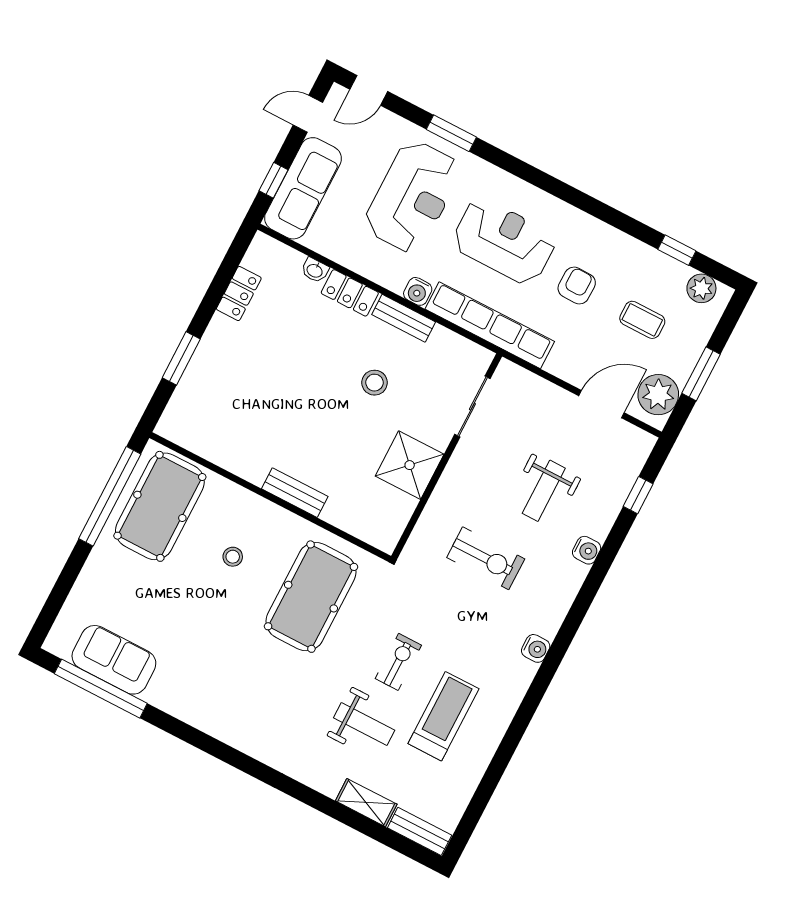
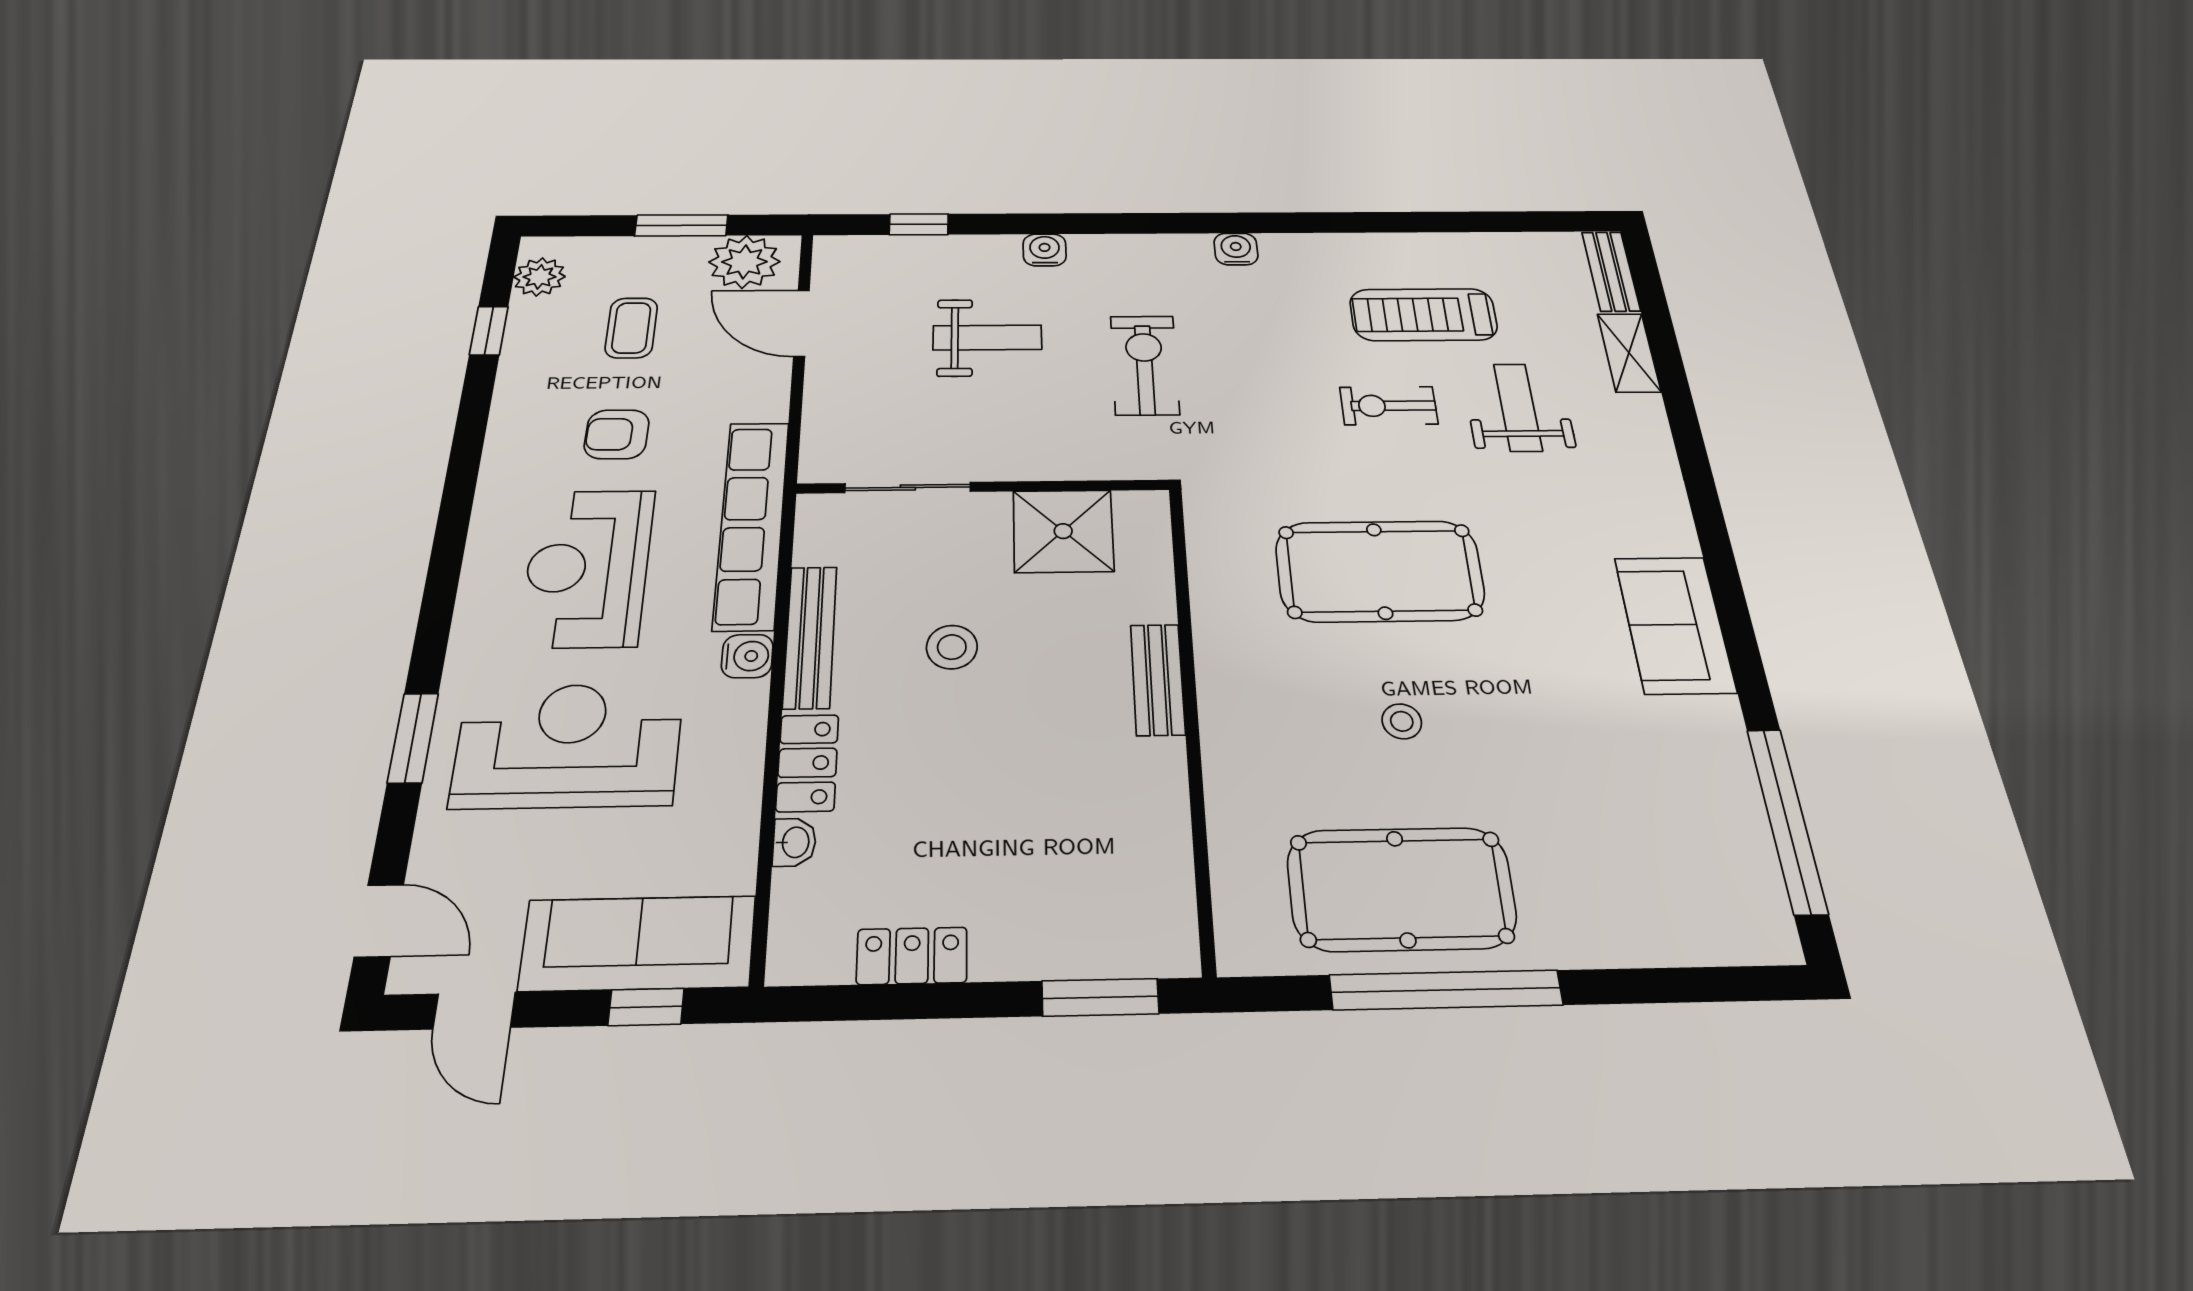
bench: (404, 318) -> (810, 637), width x1.36
bench: (295, 493) -> (1158, 679), moved
wall: (270, 497) -> (1191, 714), moved
sofa: (114, 660) -> (1675, 625), moved

